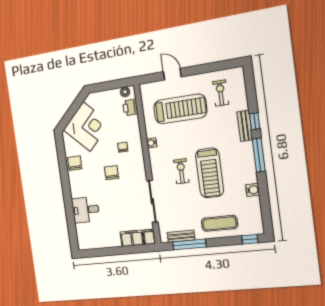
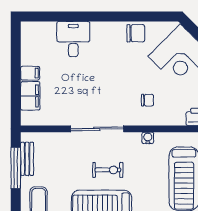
chair: (111, 173) -> (117, 81), removed
sliding door: (152, 201) -> (97, 129), moved
filing cabinet: (149, 237) -> (30, 73), moved

